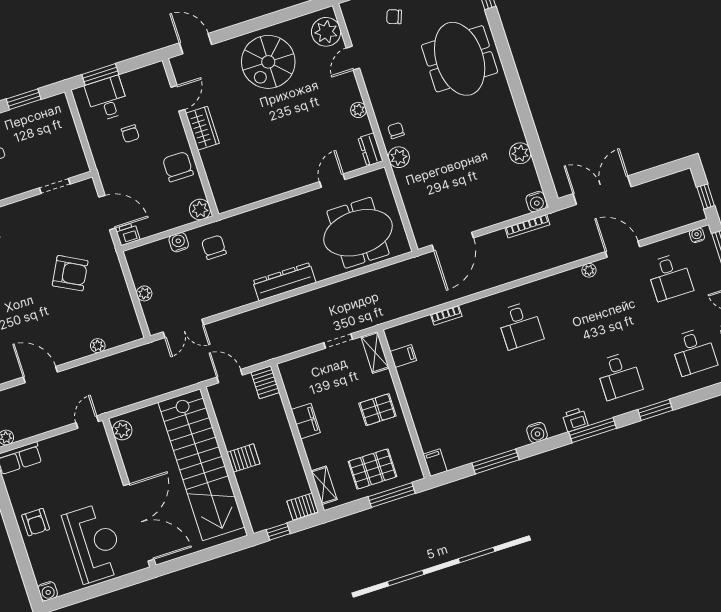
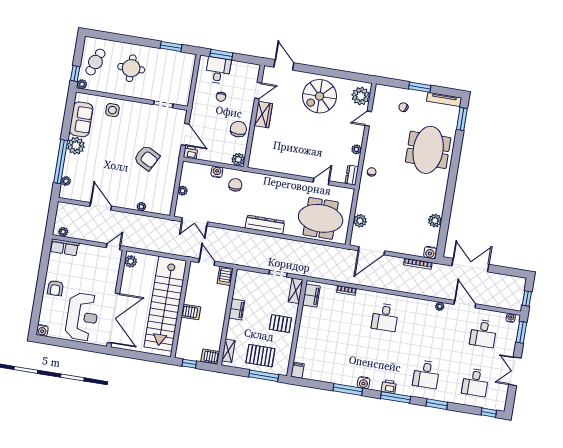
plant: (399, 157) -> (360, 221), moved
filing cabinet: (403, 356) -> (311, 296), width x2.00
window: (496, 461) -> (348, 390), moved

